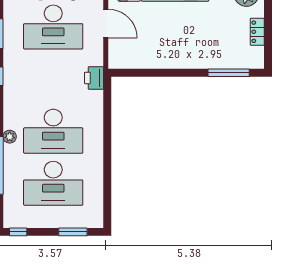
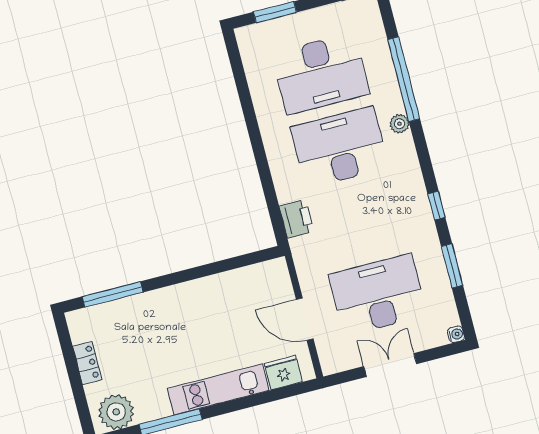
printer: (94, 78) -> (297, 219), moved
desk: (53, 183) -> (321, 74), turned 180

